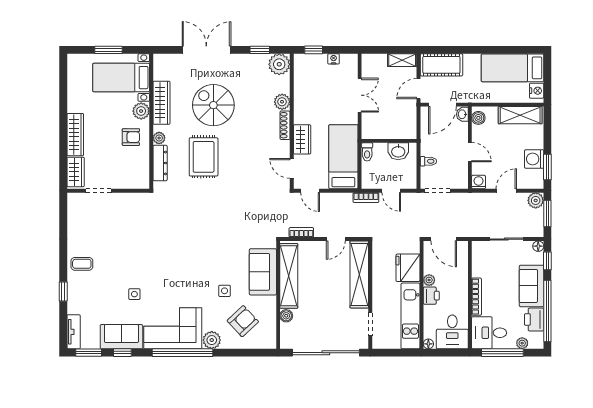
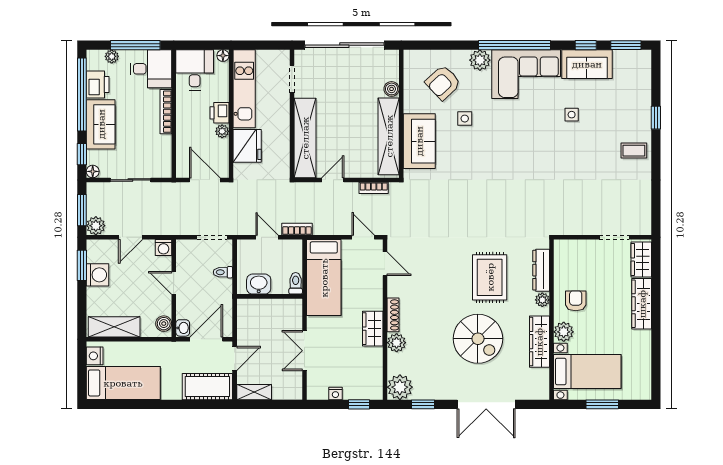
armchair: (131, 137) -> (576, 301), turned 90
wardrobe: (302, 139) -> (373, 329), moved
tv unit: (74, 332) -> (644, 70), removed

